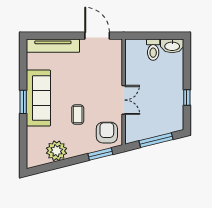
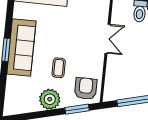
double door: (124, 100) -> (108, 39), moved
plant: (56, 151) -> (50, 99), moved

